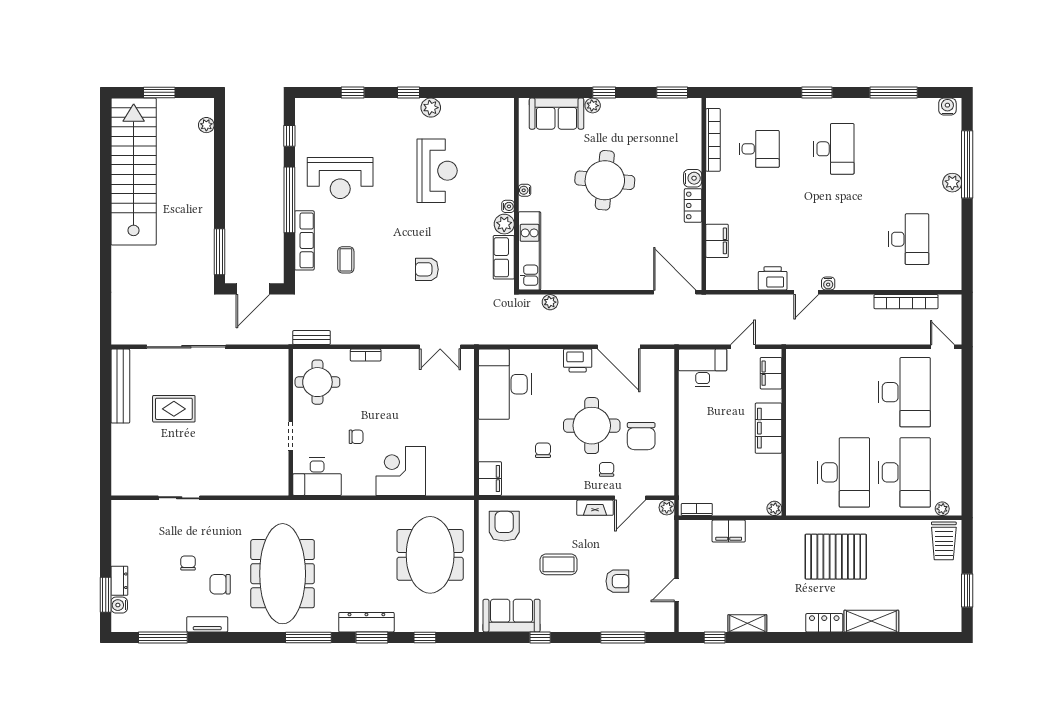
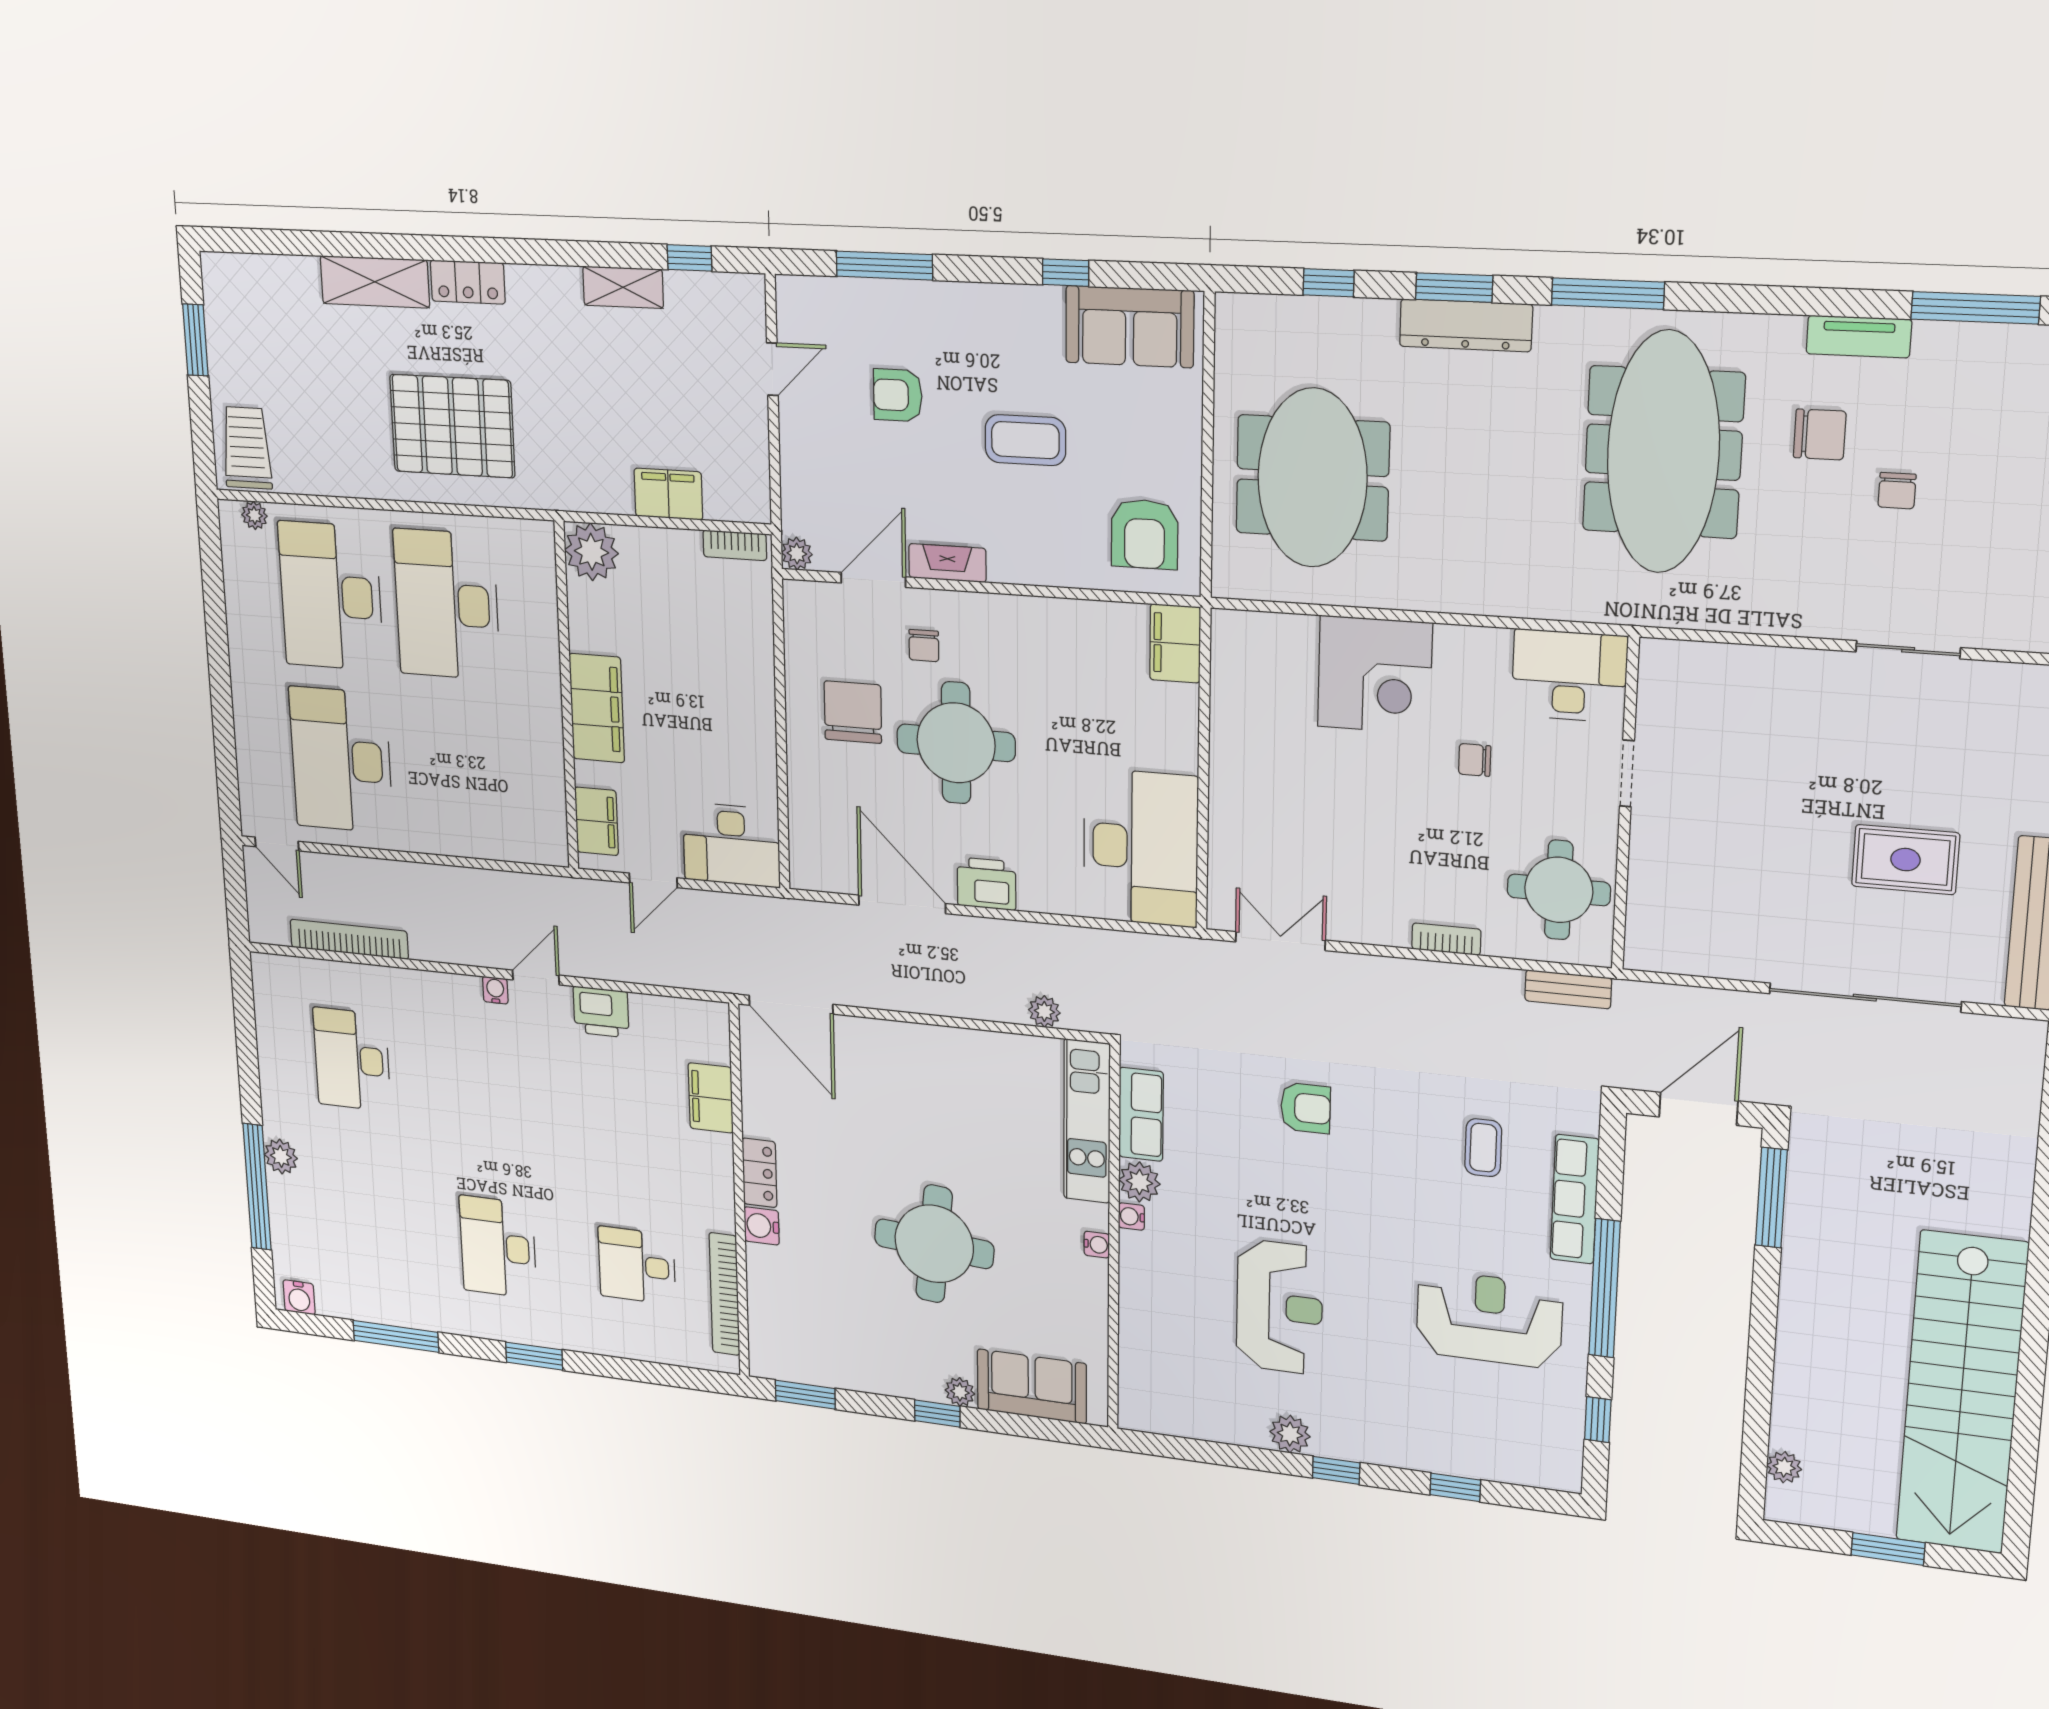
reception desk: (437, 171) -> (1279, 1307), turned 180
chair: (543, 450) -> (1059, 698), removed
plant: (774, 508) -> (591, 552), width x1.87, depth x1.87

